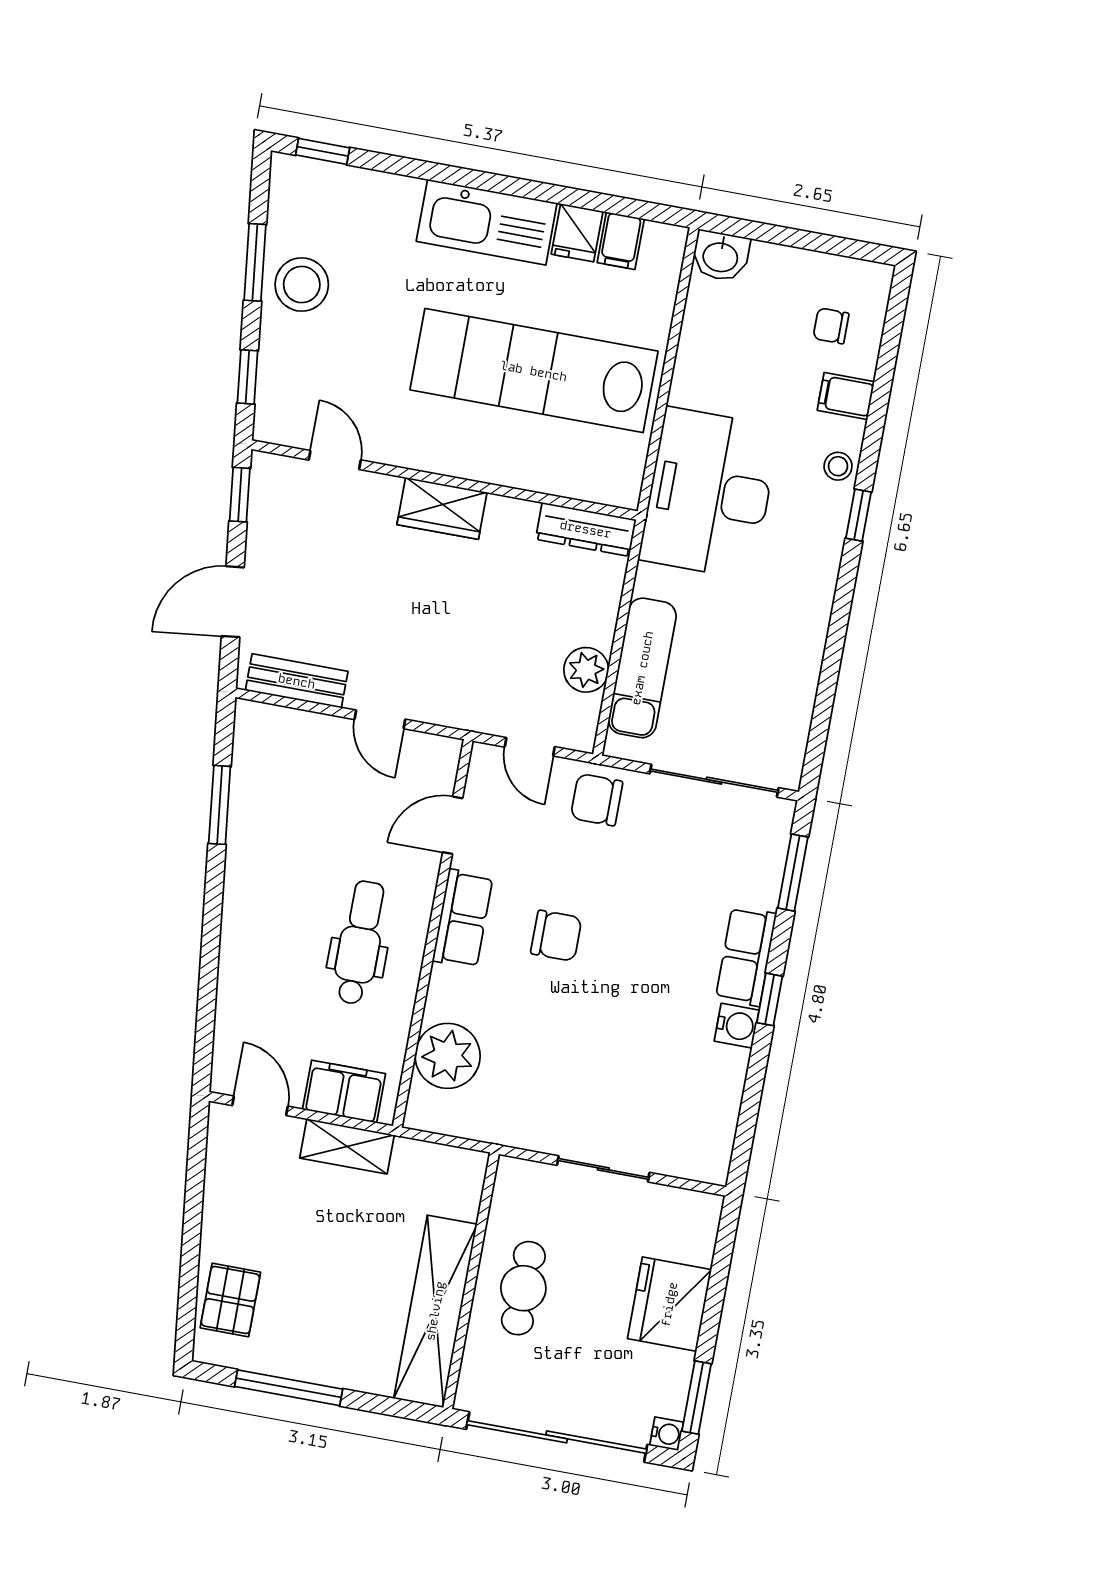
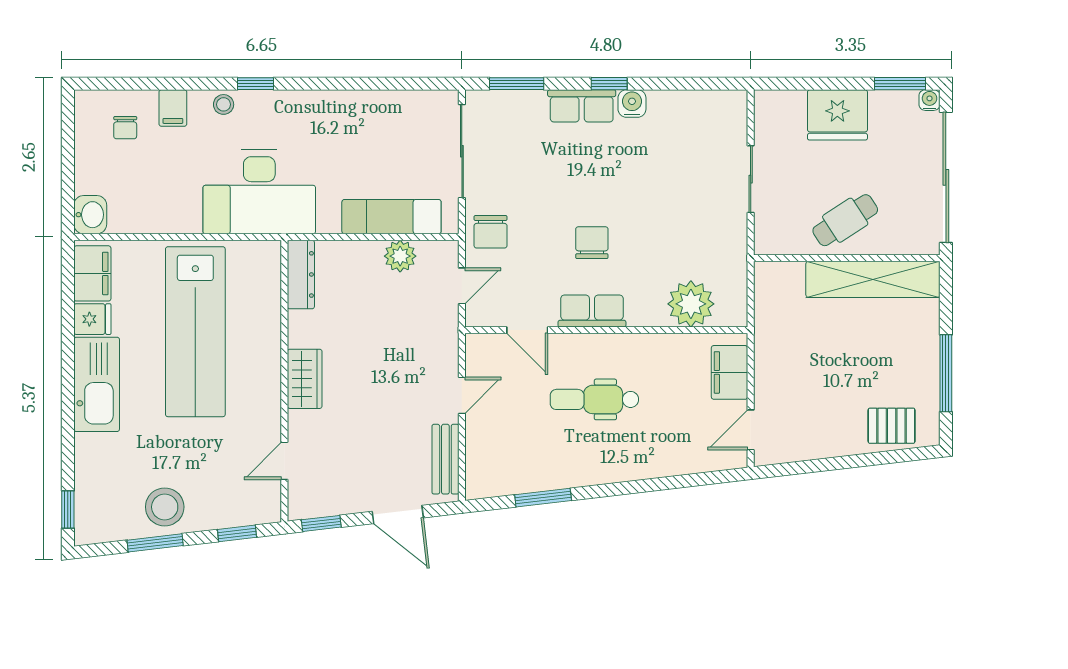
filing cabinet: (621, 241) -> (92, 273), width x2.00
dental chair: (360, 943) -> (594, 399), moved
shelving: (347, 1146) -> (768, 363), removed
cafe table: (523, 1288) -> (845, 220), turned -33

